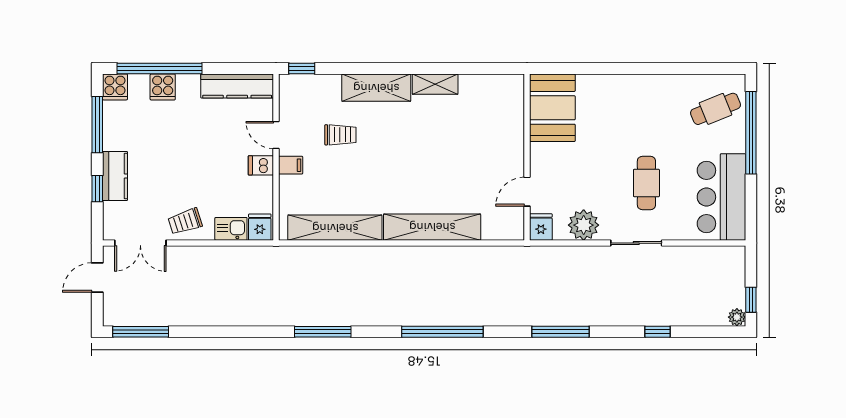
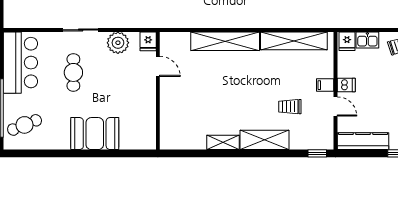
booth: (552, 108) -> (95, 134), moved, turned 90
door: (527, 192) -> (158, 66), hinge flipped

